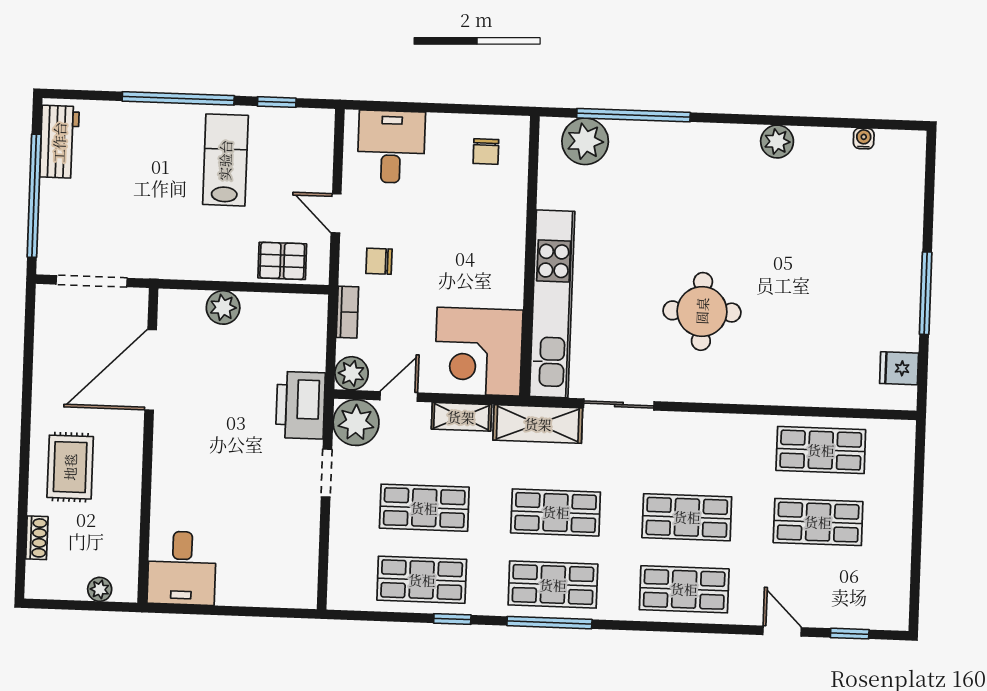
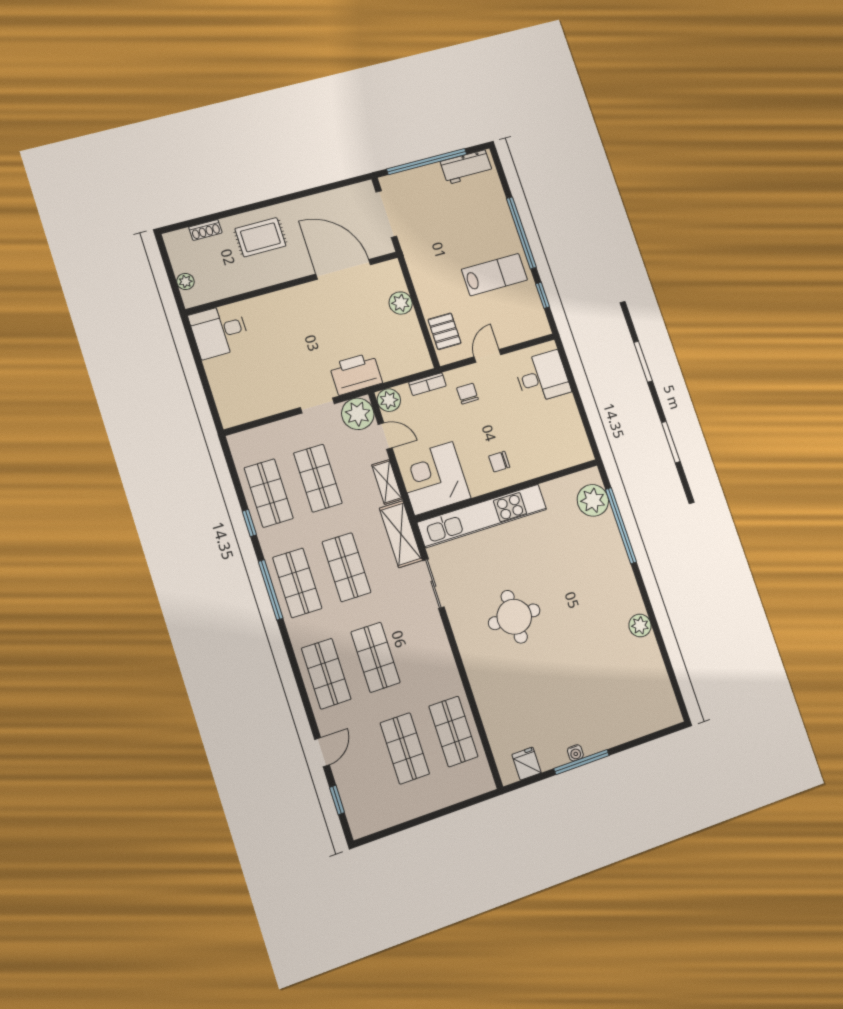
water cooler: (864, 138) -> (575, 753), moved, turned 90
chair: (486, 152) -> (499, 462), moved

